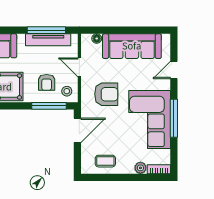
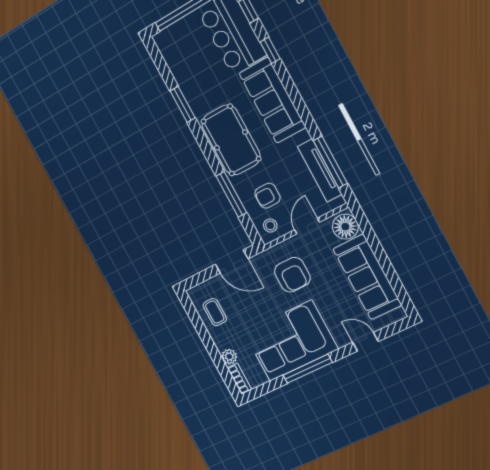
floor lamp: (97, 38) -> (345, 227), width x1.89, depth x1.89
window: (49, 106) -> (231, 194), moved

